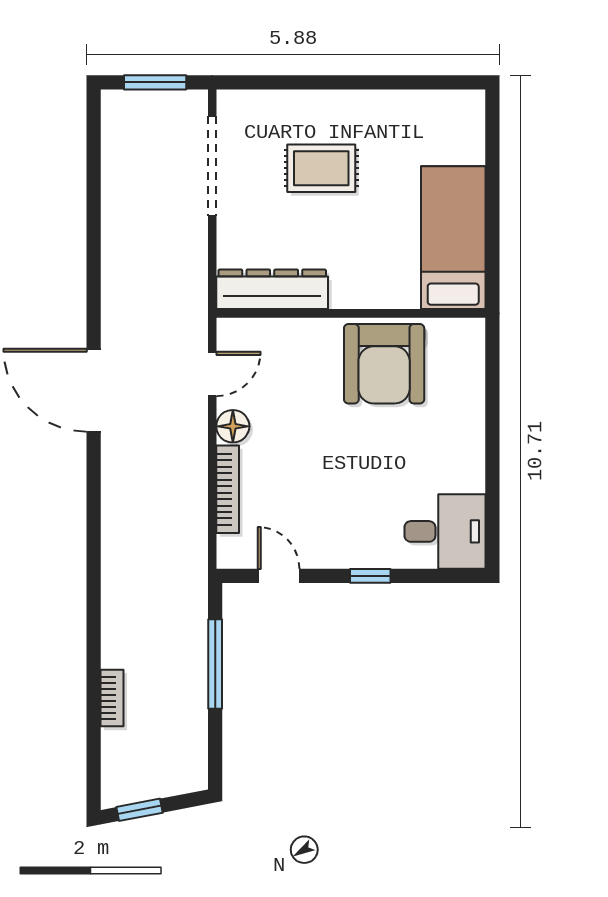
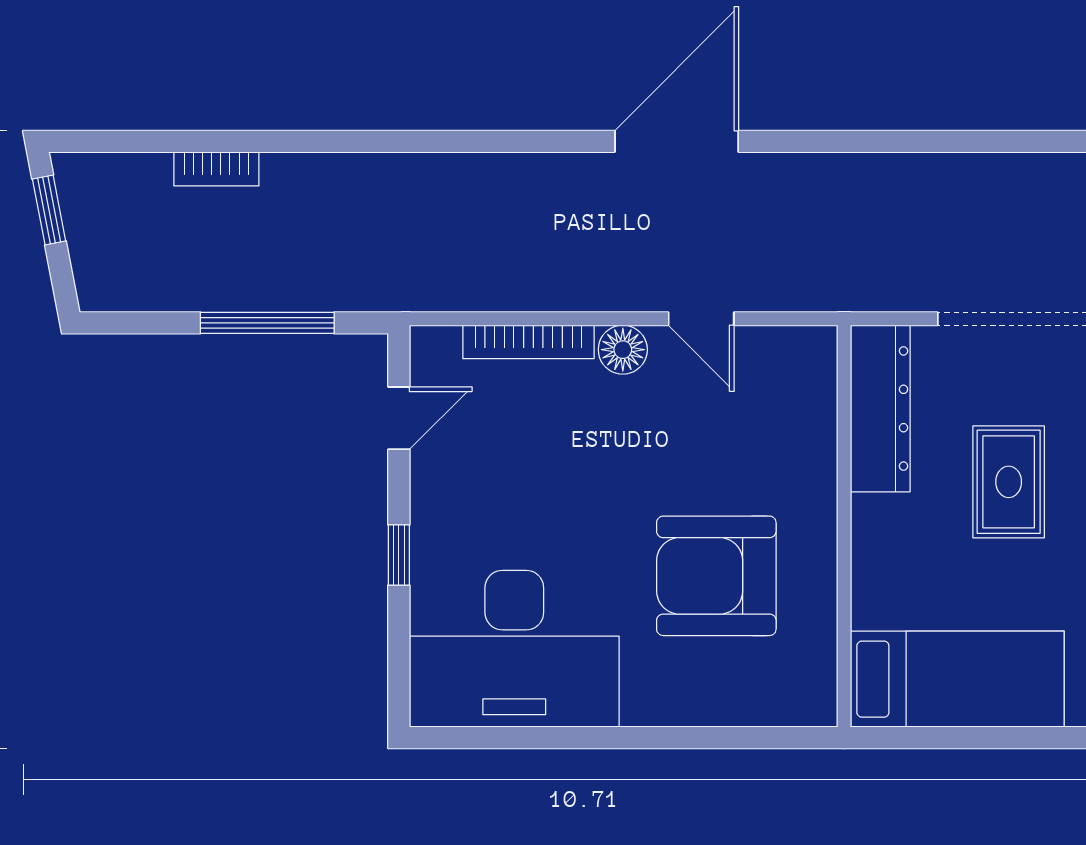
bed: (453, 238) -> (957, 679), moved
dresser: (272, 289) -> (880, 409), moved
wall: (351, 313) -> (844, 526), moved
desk: (445, 531) -> (514, 649), width x1.87, depth x1.30

